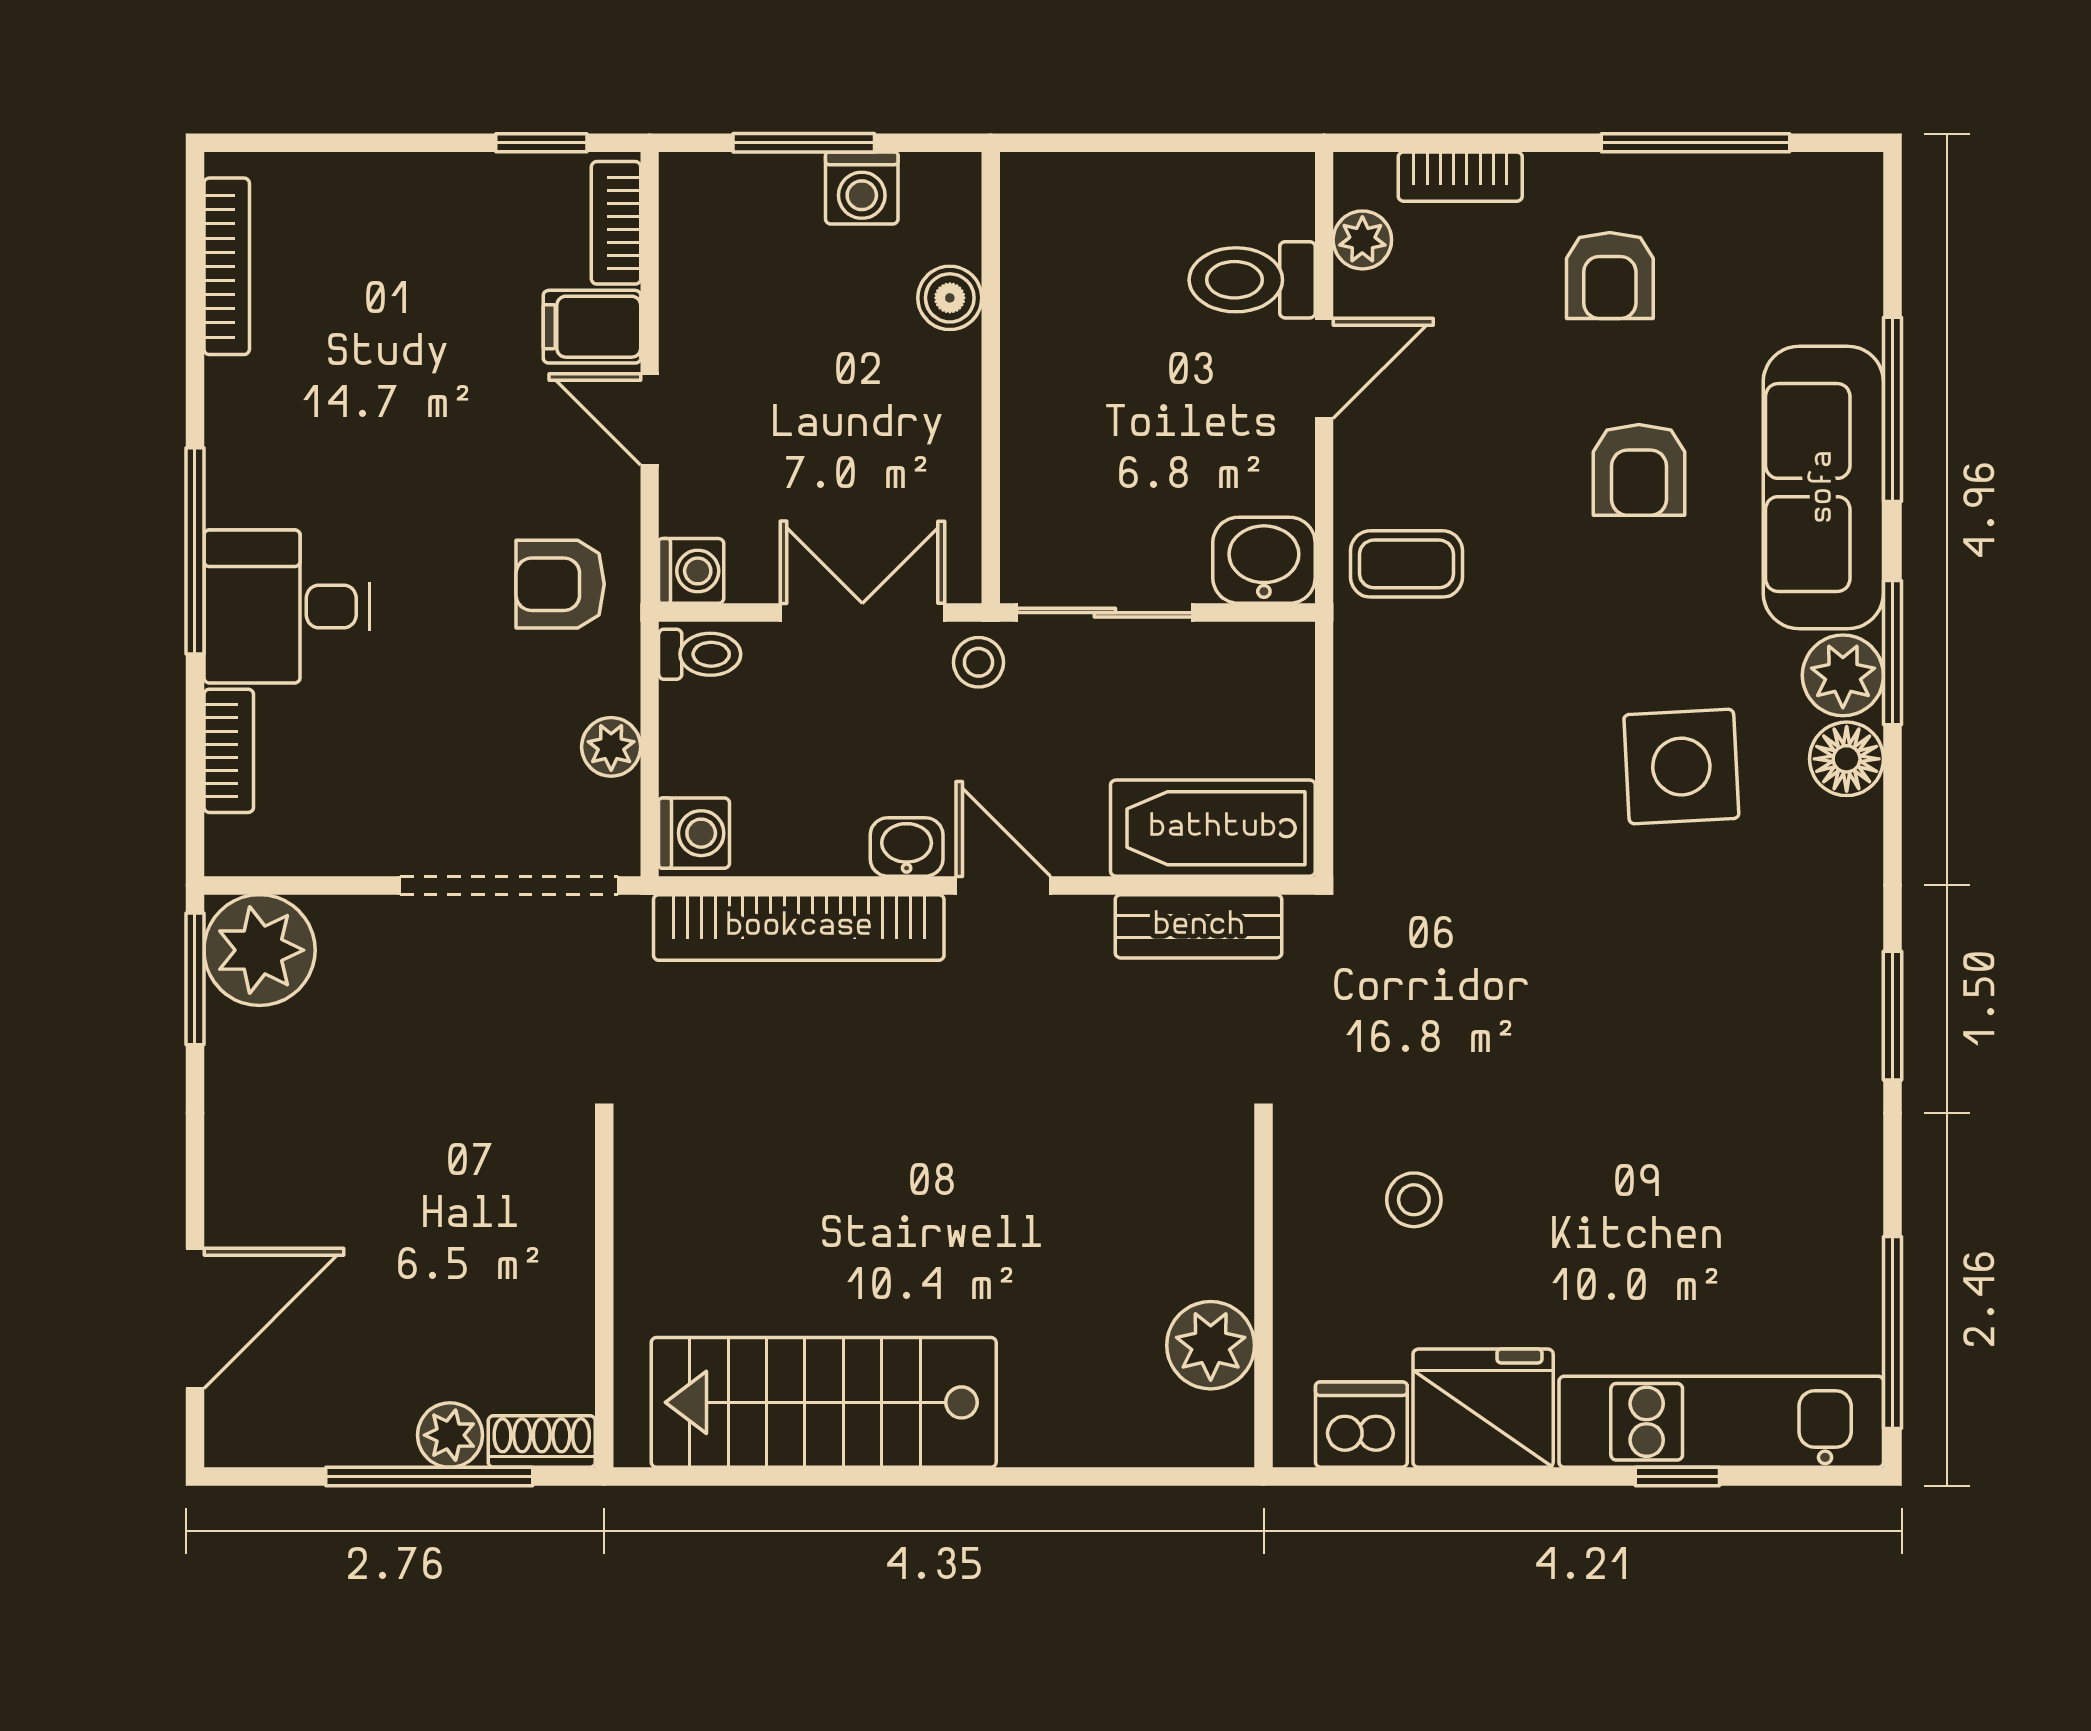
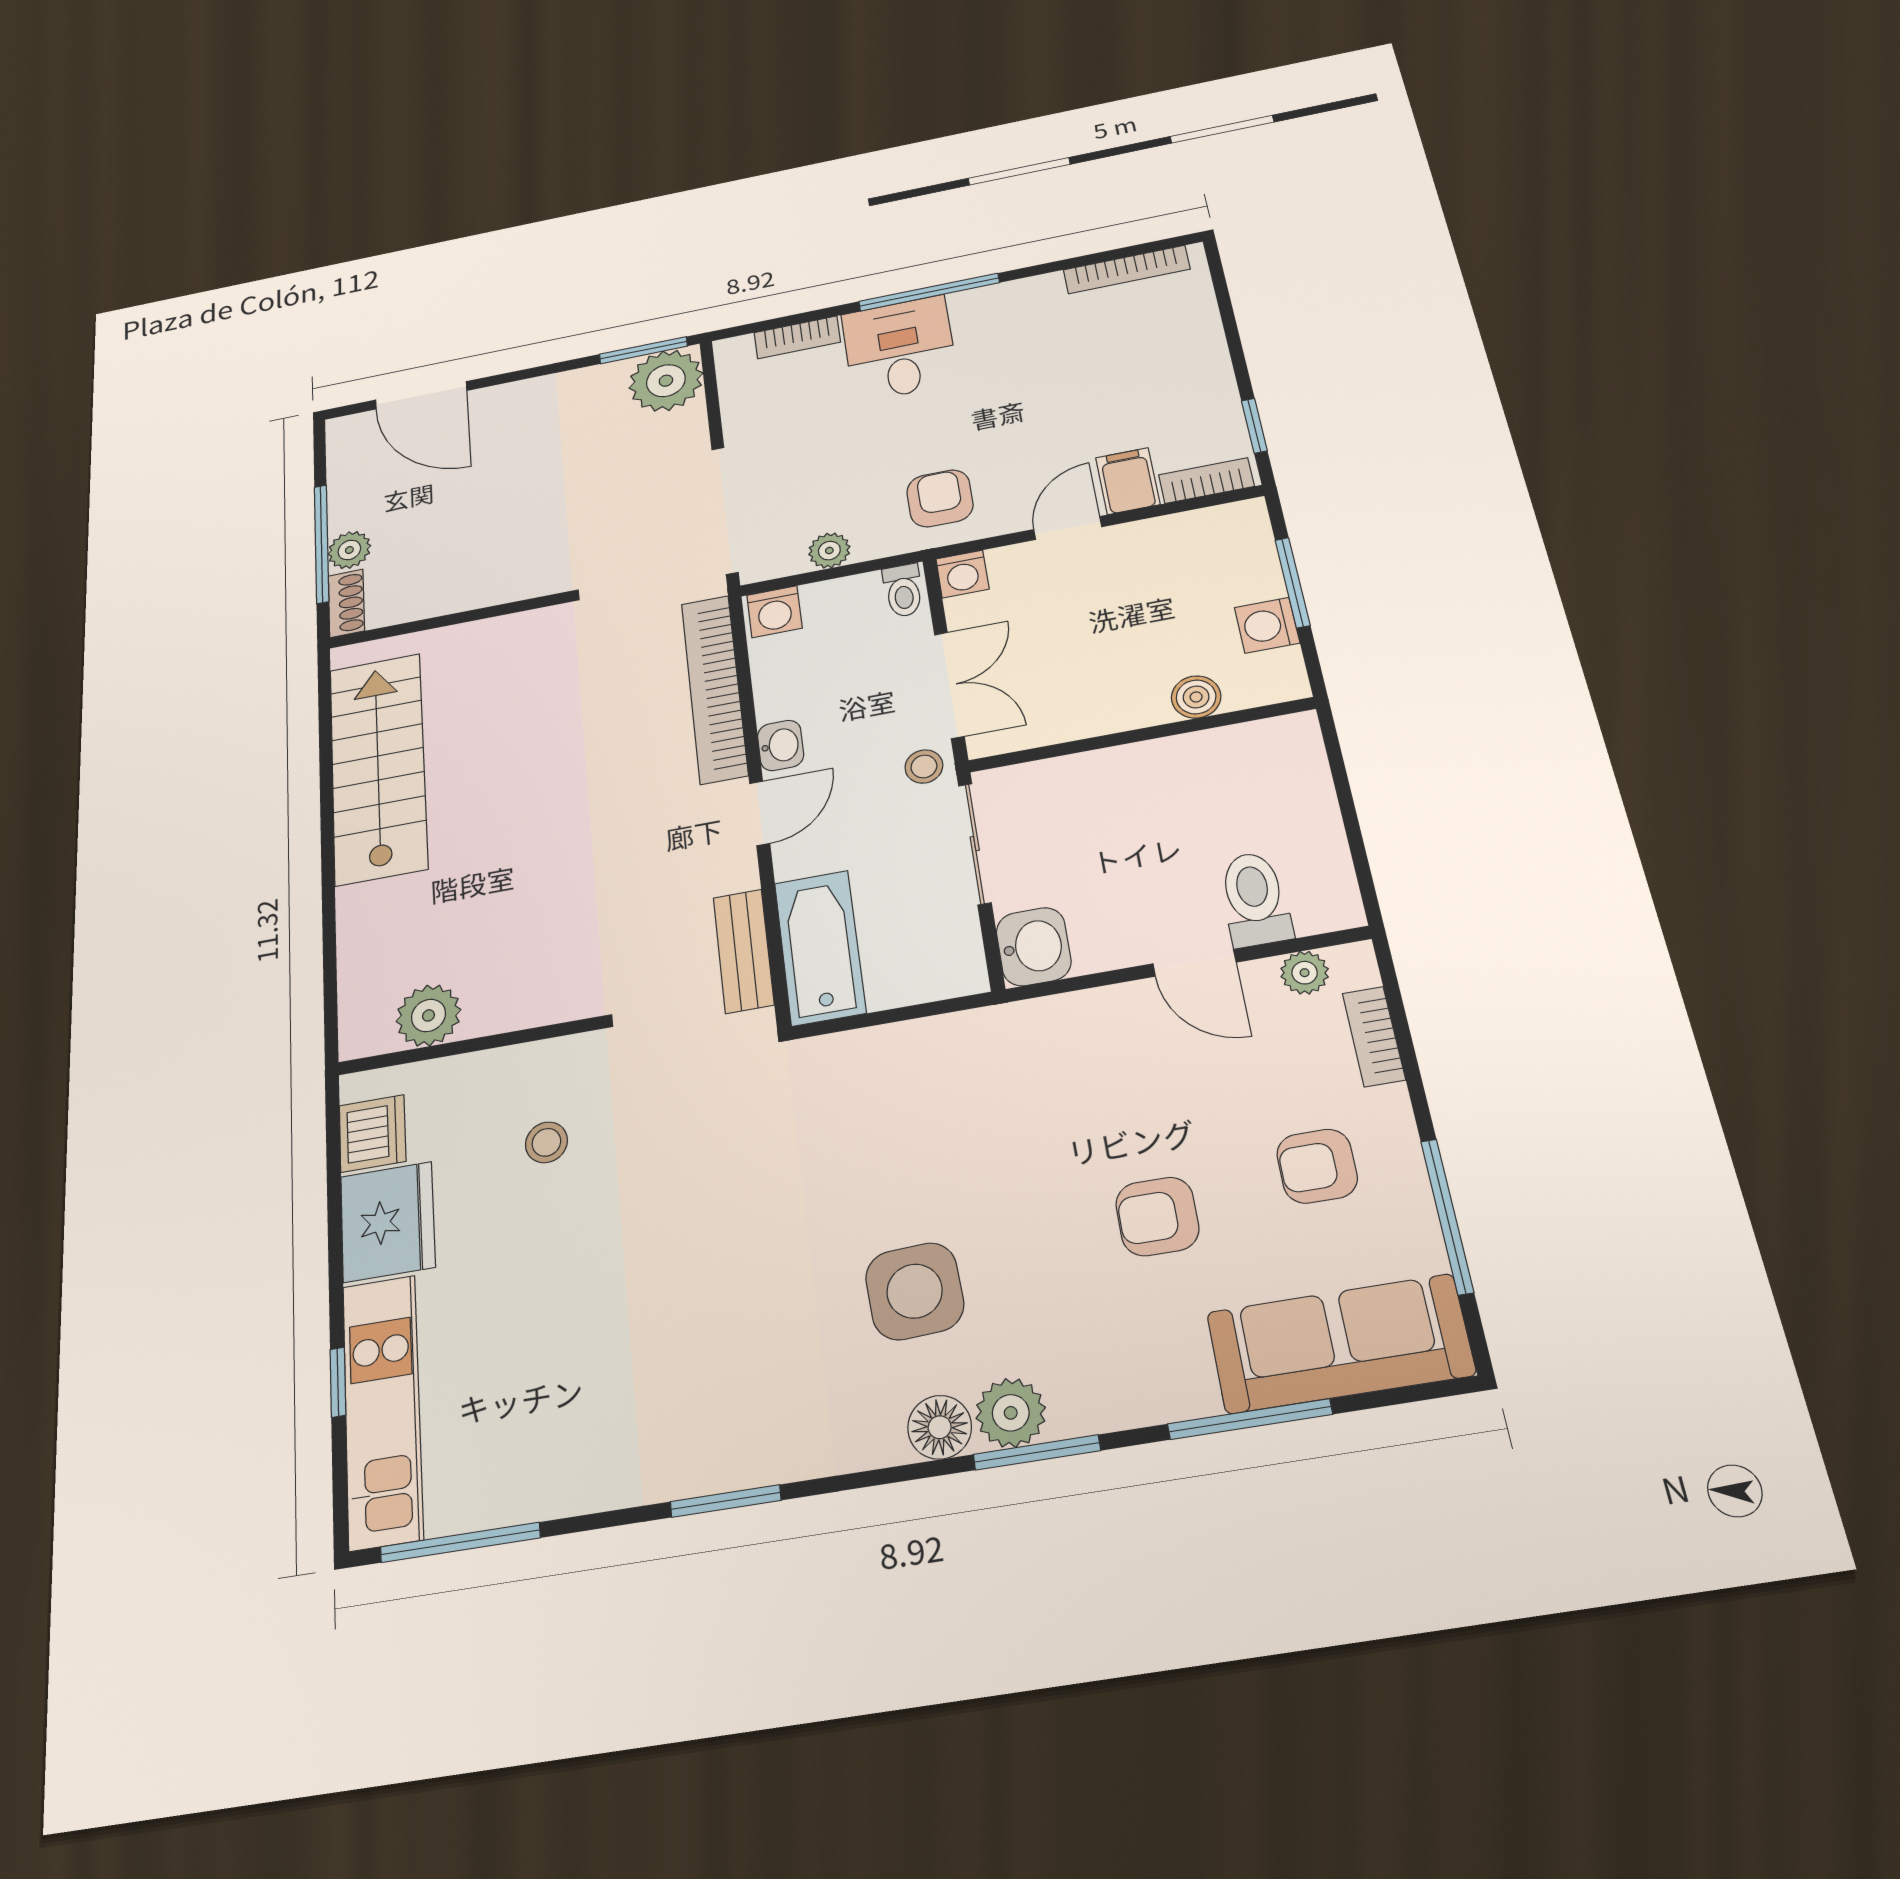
sofa: (1823, 487) -> (1340, 1344), moved
coffee table: (1406, 564) -> (1048, 1051), removed

